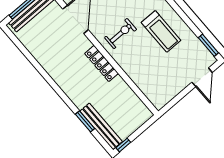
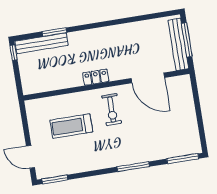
treadmill: (161, 31) -> (71, 126), moved
locker: (102, 63) -> (96, 77), width x0.66

